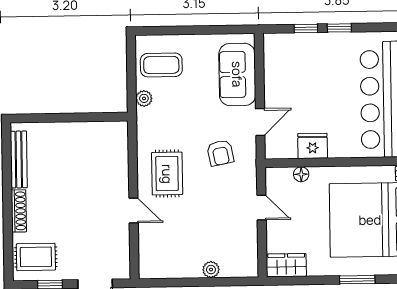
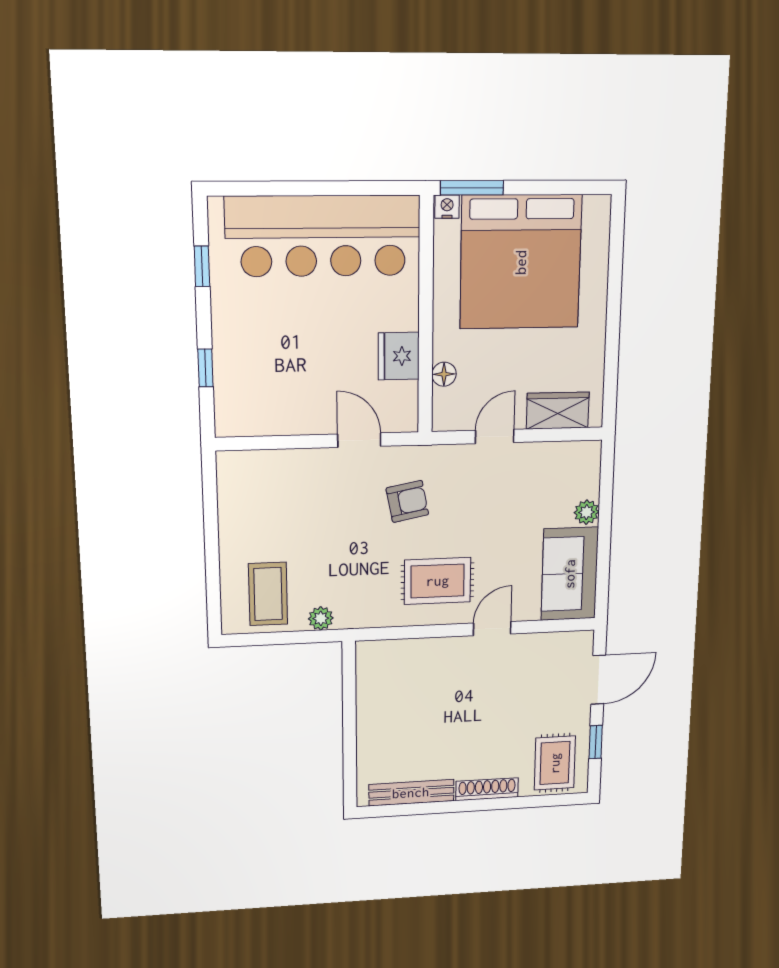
window: (339, 28) -> (202, 266), moved
sofa: (237, 74) -> (570, 574), moved, turned 90
wardrobe: (286, 265) -> (558, 411), moved, turned 90
window: (357, 280) -> (615, 283), removed

